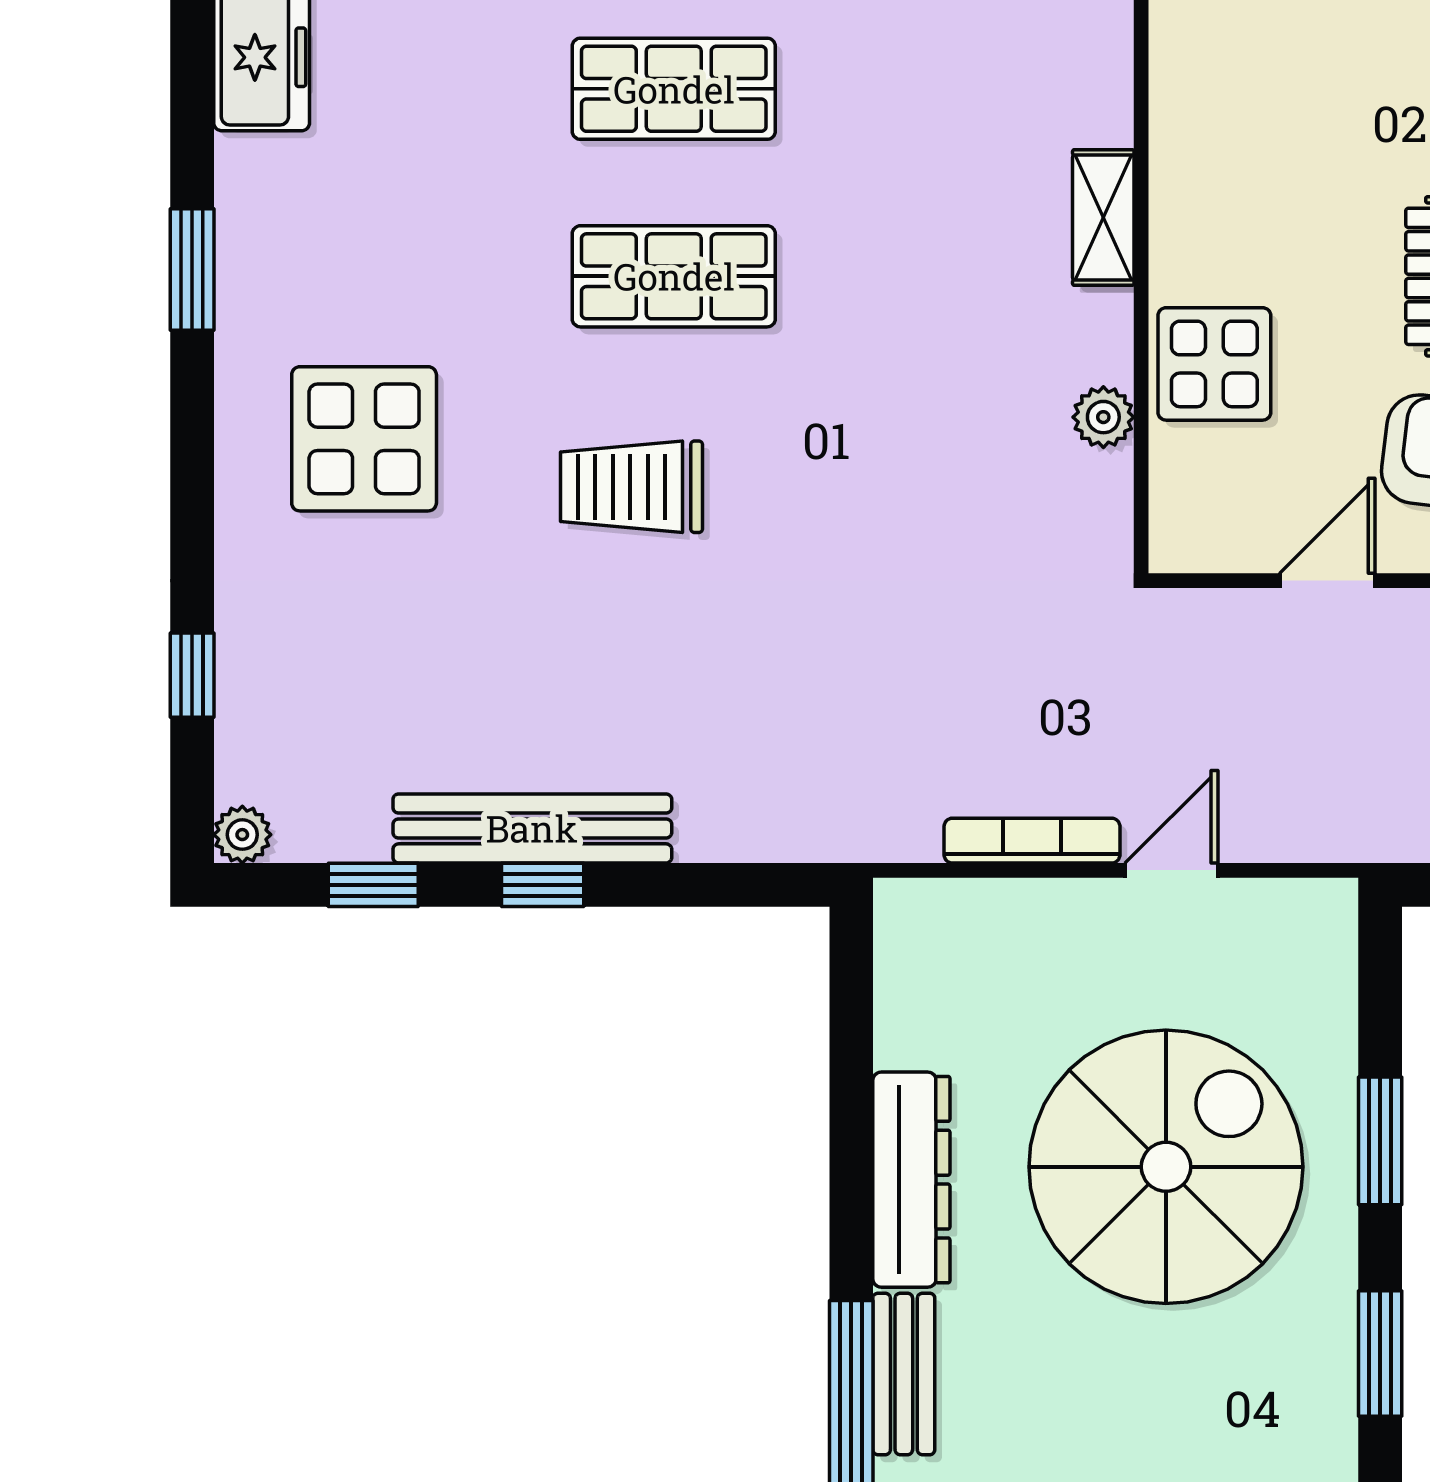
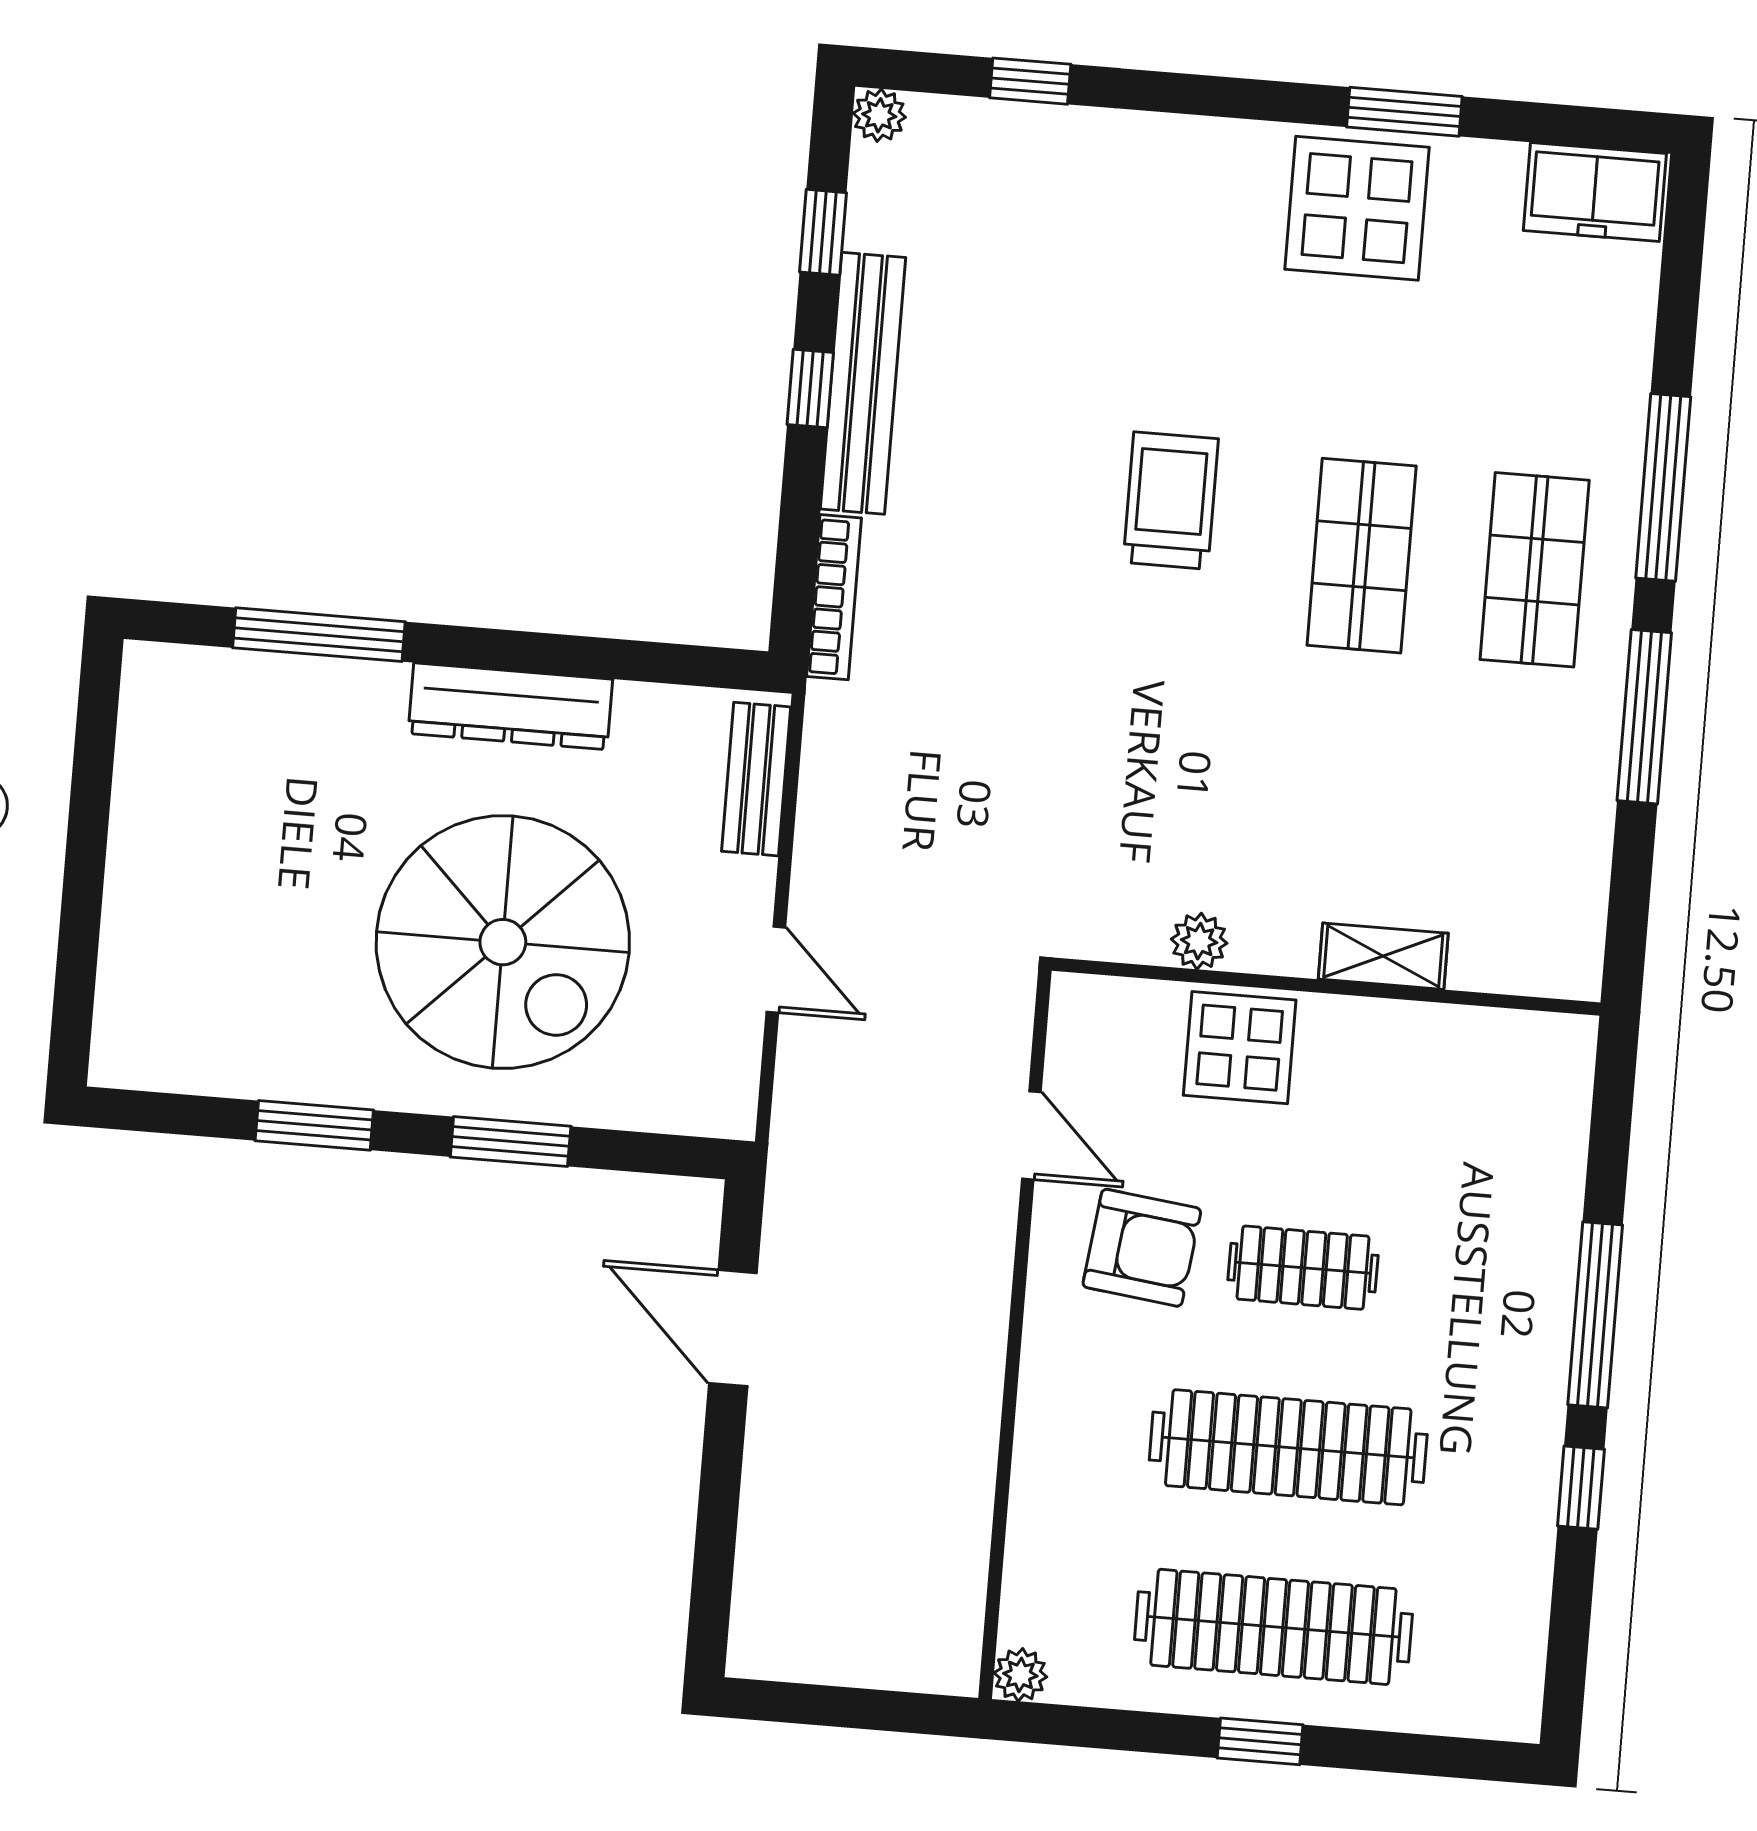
display table: (364, 439) -> (1357, 208), moved
bookcase: (1032, 841) -> (834, 597), moved
bench: (904, 1374) -> (756, 779), moved, turned 90

